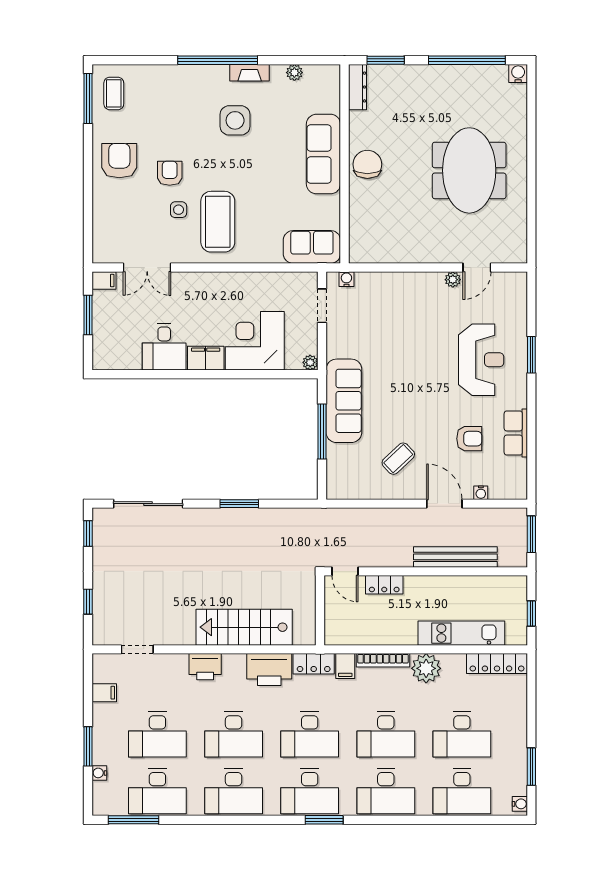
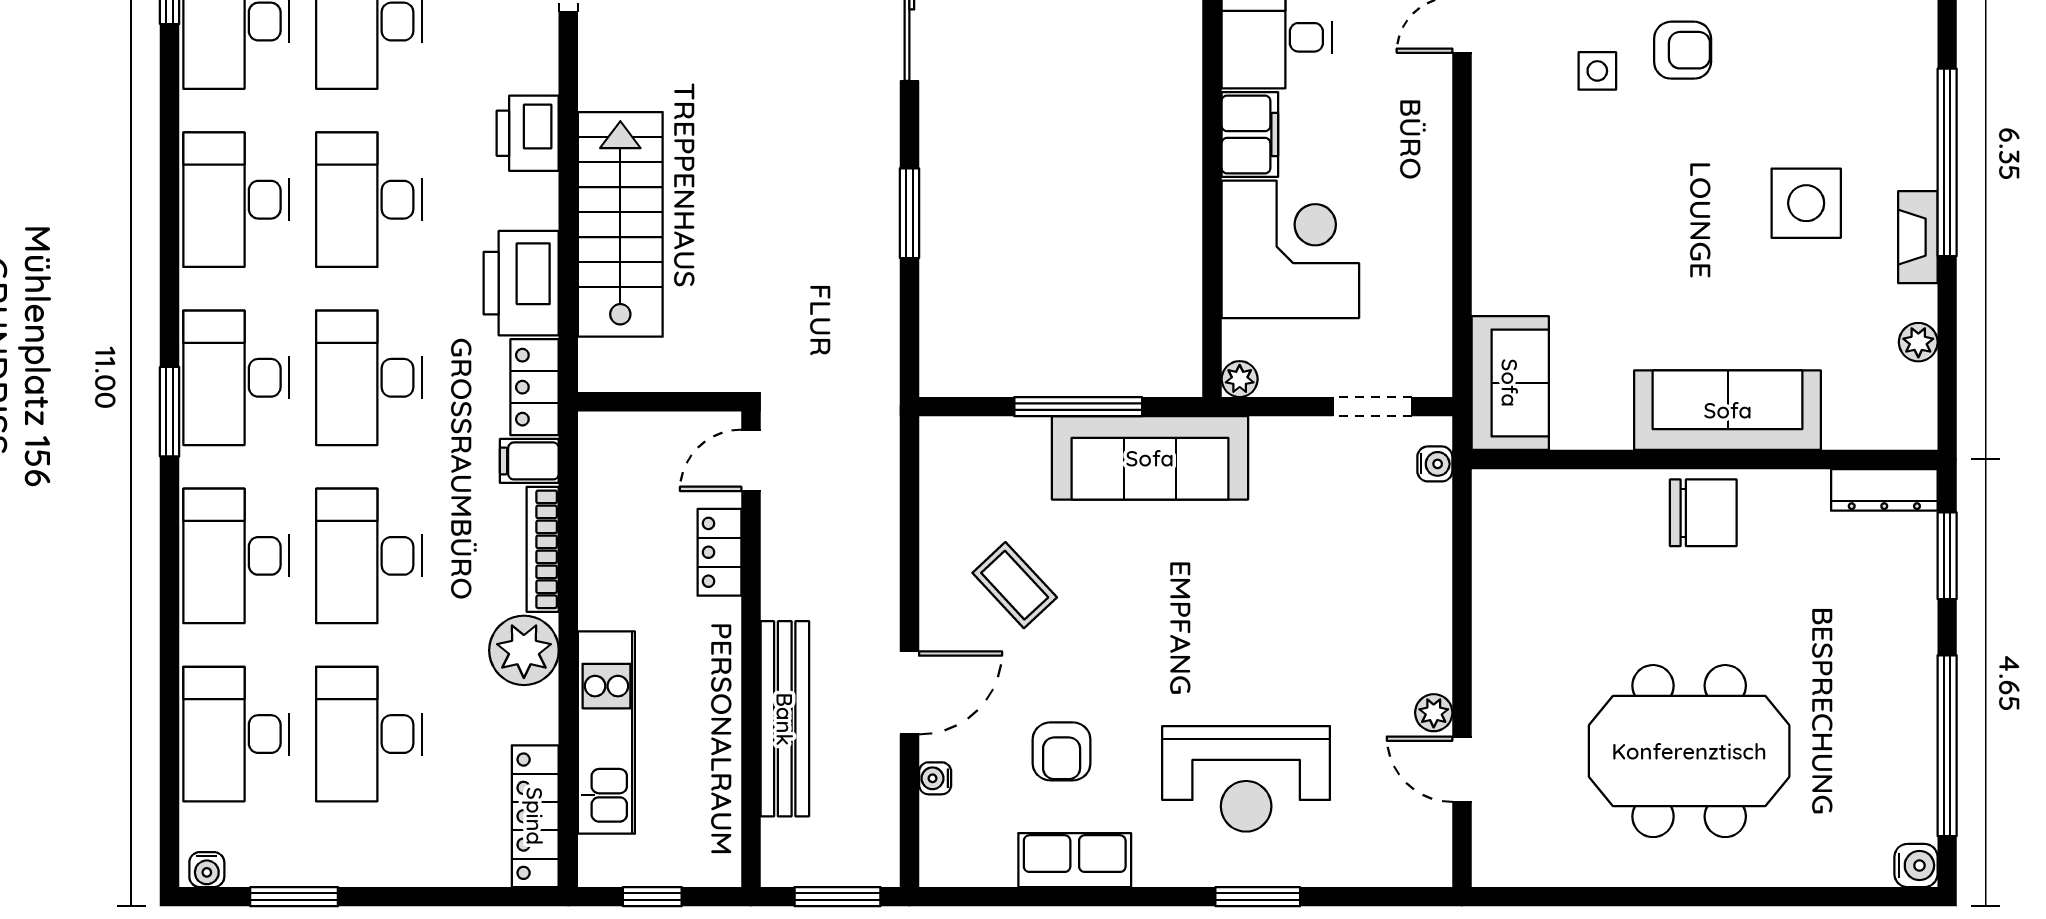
coffee table: (218, 222) -> (1569, 163), removed

